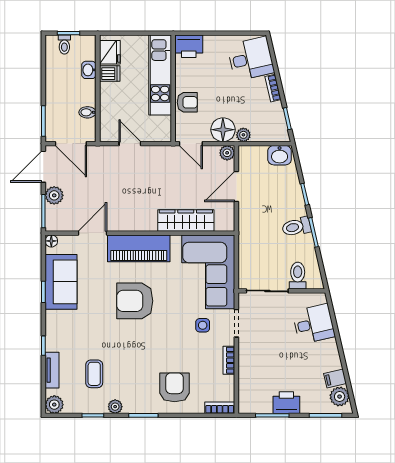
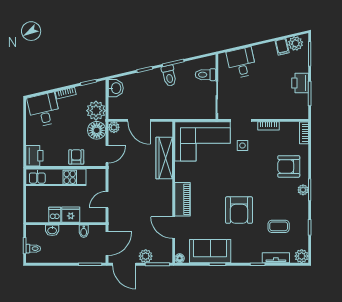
fridge: (110, 52) -> (71, 215), moved
plant: (243, 135) -> (96, 111), width x1.87, depth x1.87
piano: (139, 248) -> (183, 199), width x0.73, depth x0.75
armchair: (135, 301) -> (239, 210), moved
plant: (115, 407) -> (303, 190), moved

